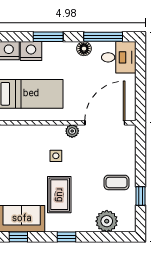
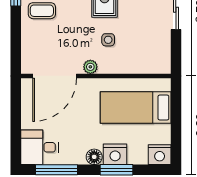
floor lamp: (84, 49) -> (94, 157), moved
nightstand: (31, 51) -> (115, 154), moved

